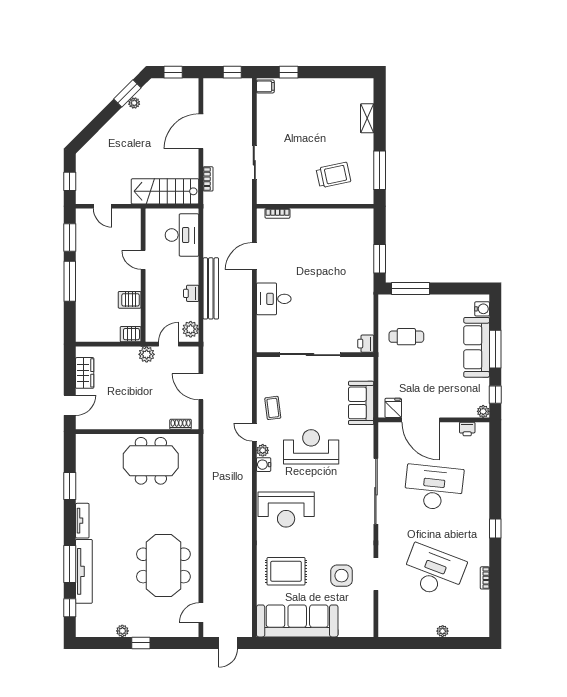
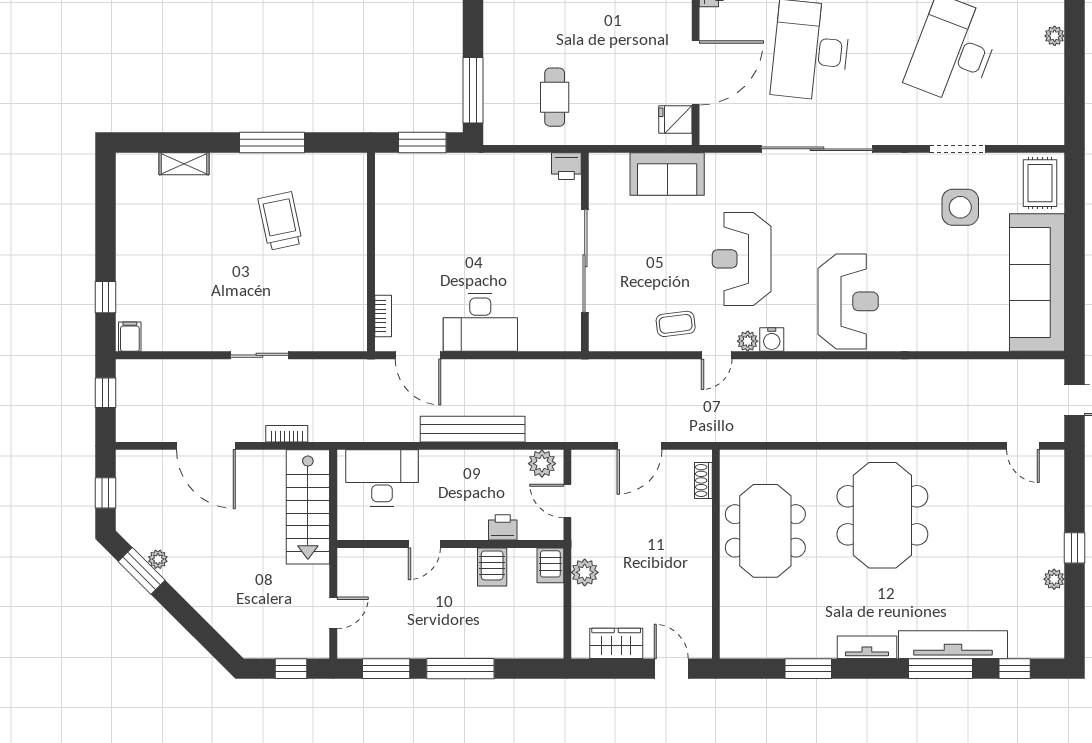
wall: (315, 206) -> (371, 252), moved
bookcase: (277, 213) -> (383, 316), moved
printer: (191, 293) -> (503, 527), moved, turned 180
desk: (274, 299) -> (480, 322), width x1.37
plant: (147, 354) -> (585, 572), moved
meeting table: (163, 565) -> (882, 515), moved, turned 90
rug: (286, 571) -> (1040, 183), moved, width x0.73, depth x0.70

